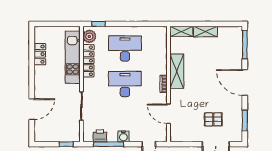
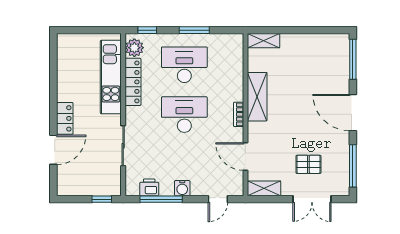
window: (132, 24) -> (194, 30), added
shelving: (205, 32) -> (264, 188), moved
locker: (40, 54) -> (65, 118), moved
window: (245, 121) -> (353, 166), width x1.44

